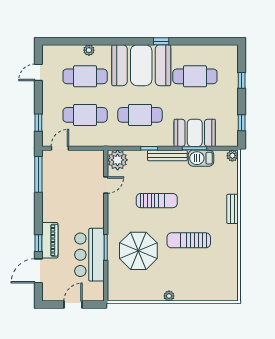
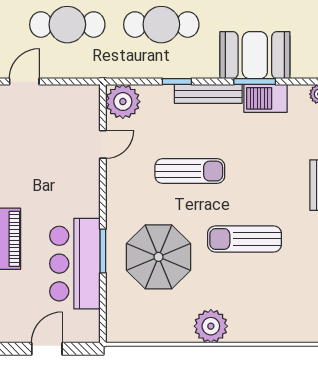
plant: (169, 296) -> (211, 326), width x1.88, depth x1.88

